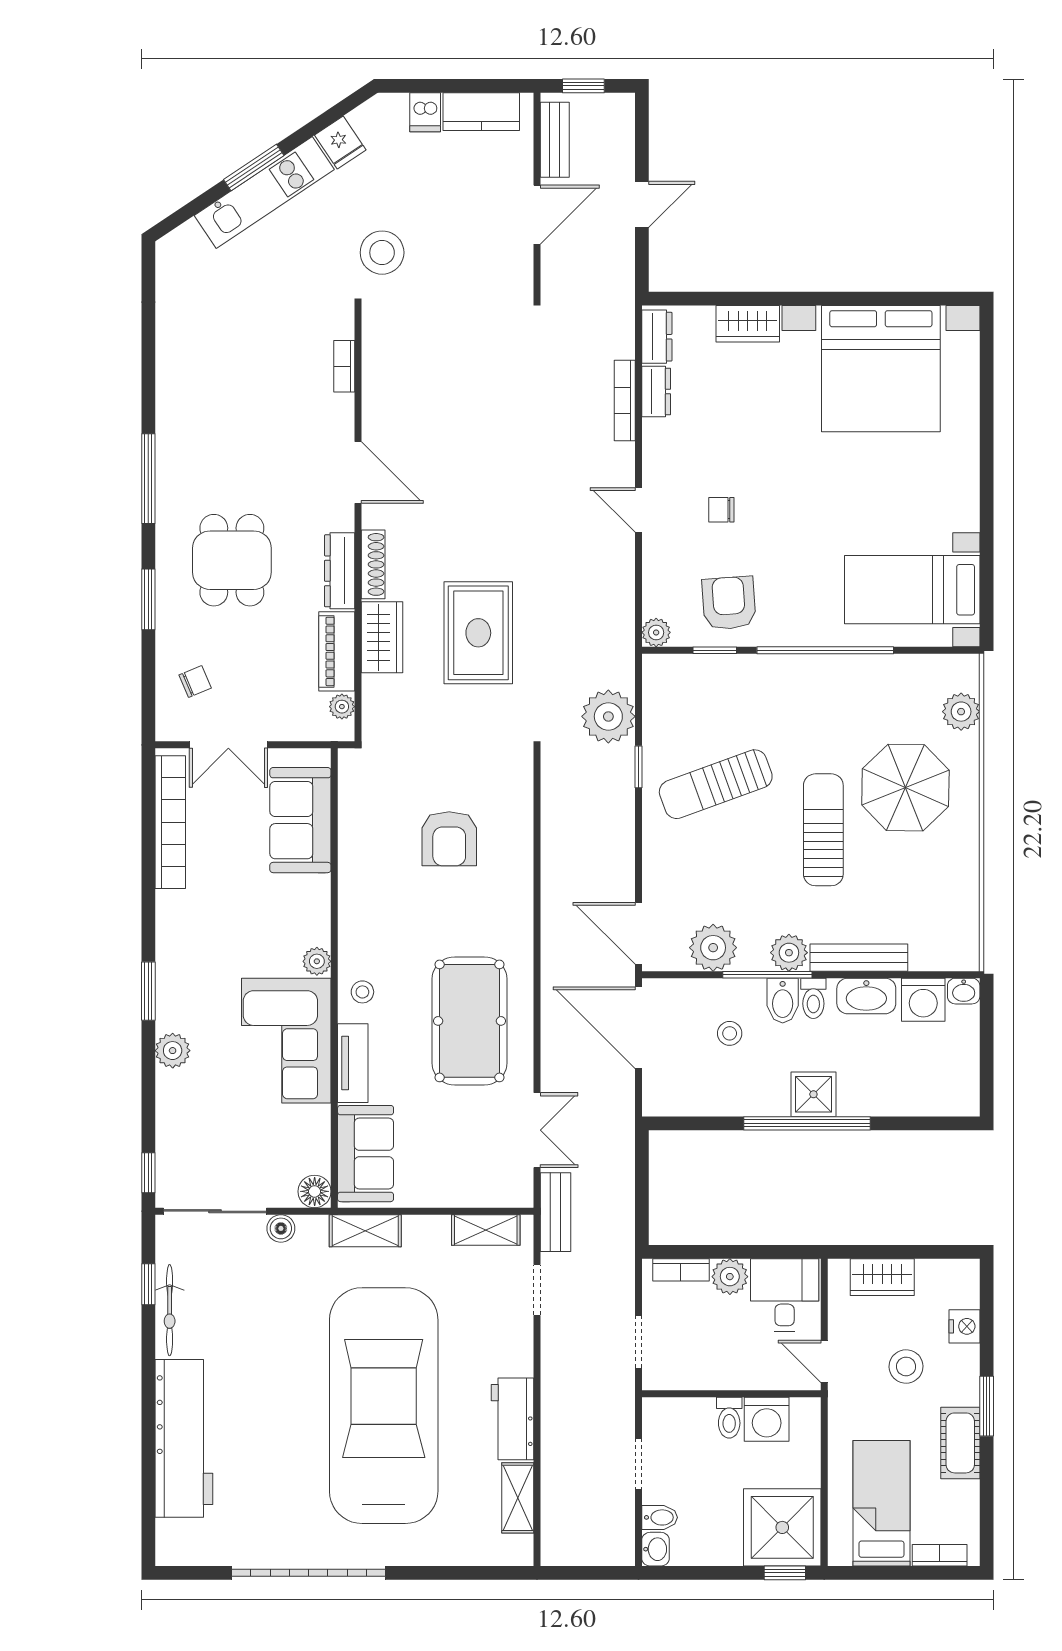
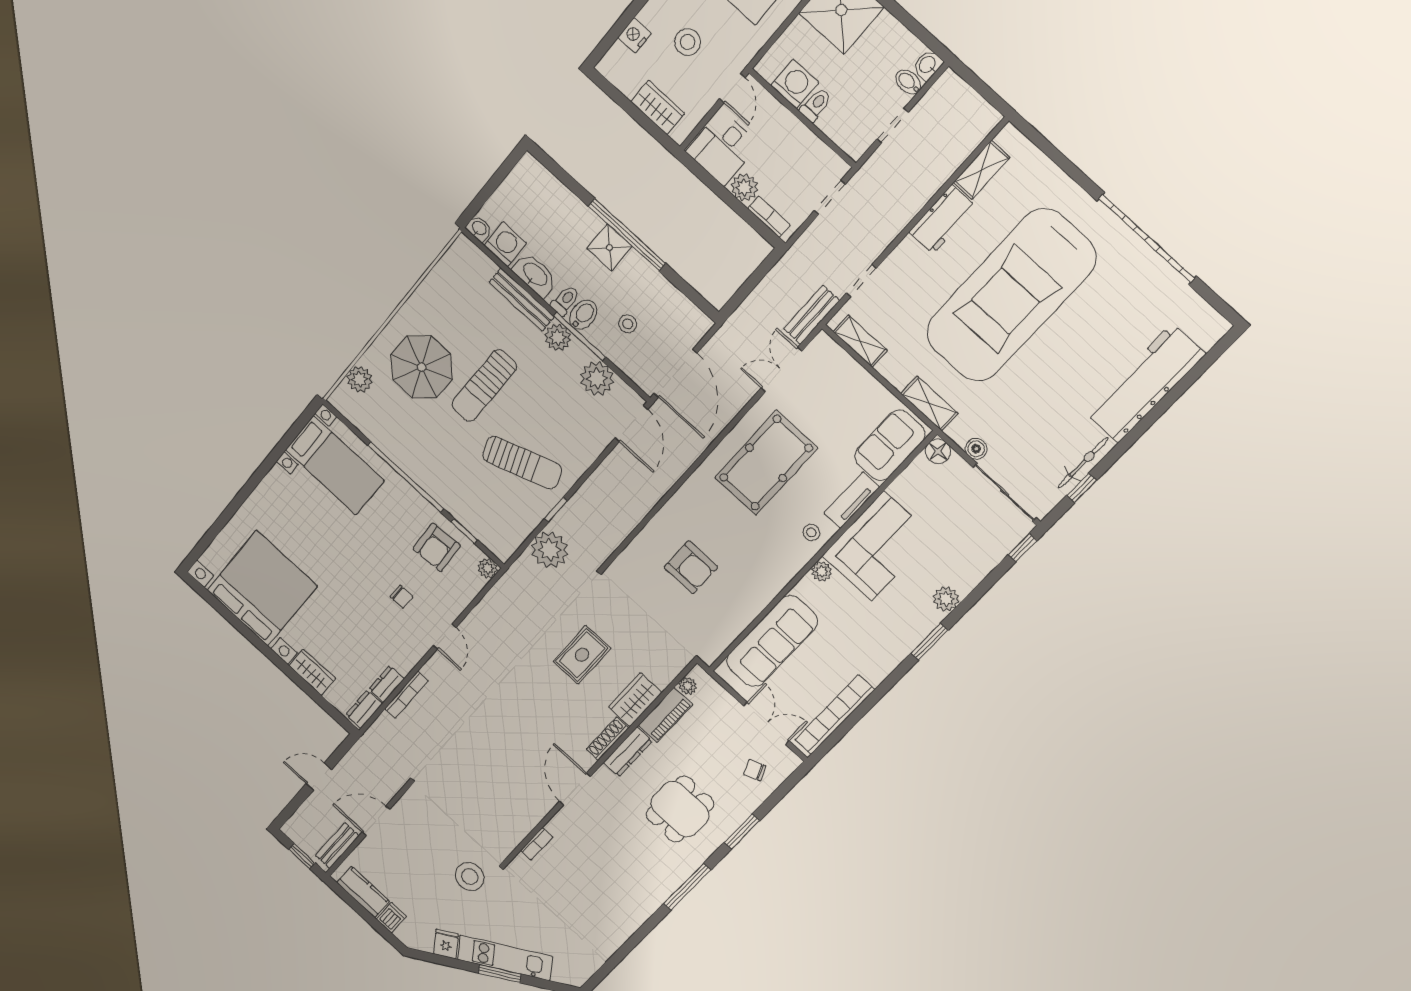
rug: (478, 633) -> (582, 655), width x0.73, depth x0.70
sofa: (300, 820) -> (772, 641), width x1.36
armchair: (449, 839) -> (691, 567), turned 90

